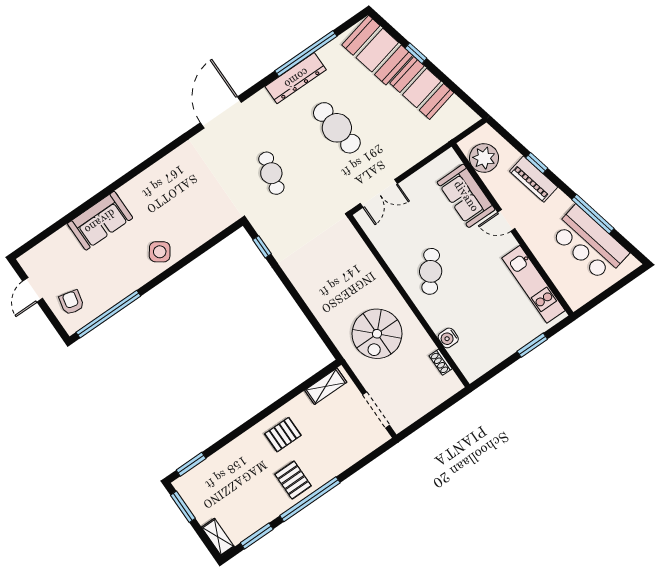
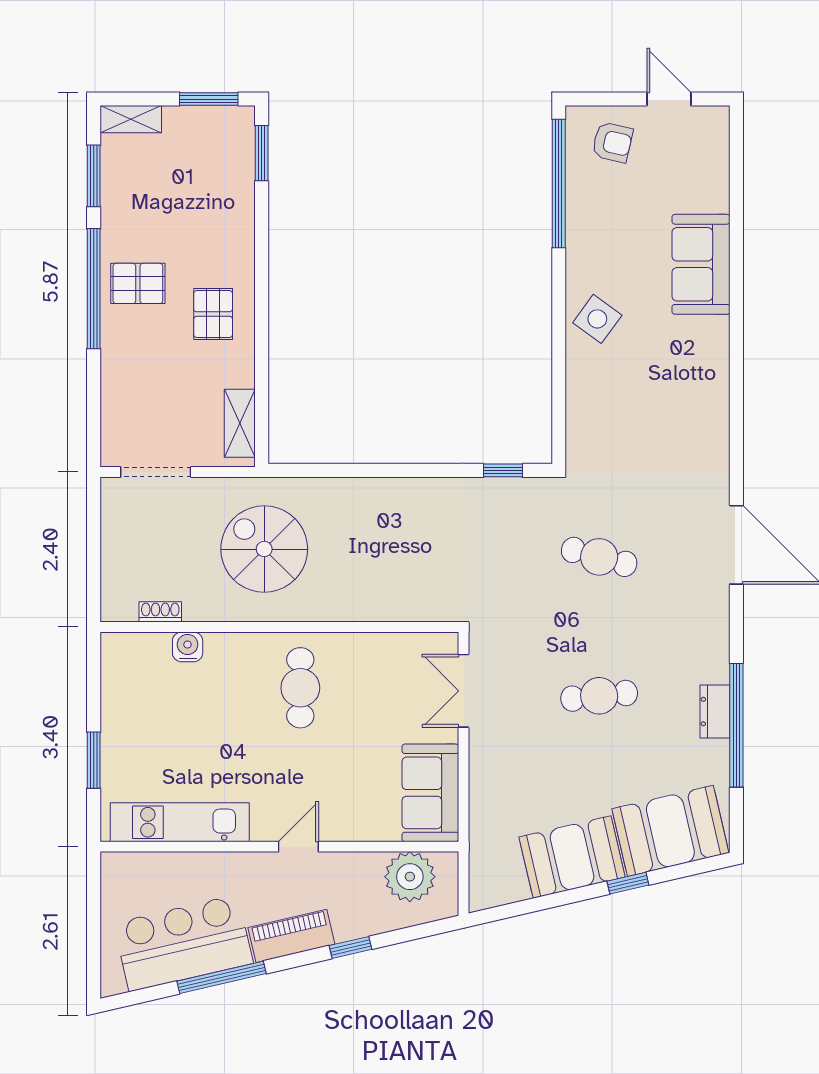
dresser: (296, 78) -> (715, 712), width x0.51, depth x0.80
cafe table: (337, 128) -> (599, 696), width x0.73, depth x0.74
piano: (534, 179) -> (291, 936), moved
sofa: (466, 196) -> (430, 793), moved, turned -90
cafe table: (431, 271) -> (300, 688), turned 52

